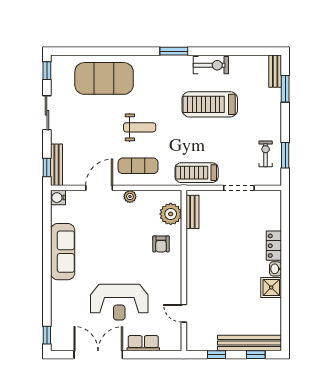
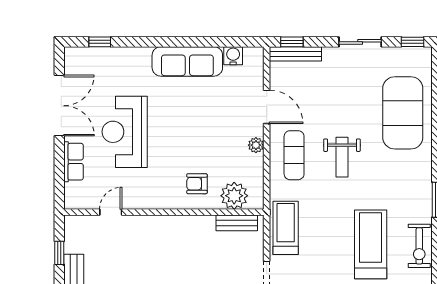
water cooler: (58, 198) -> (233, 56), moved
window: (47, 335) -> (100, 42), moved

